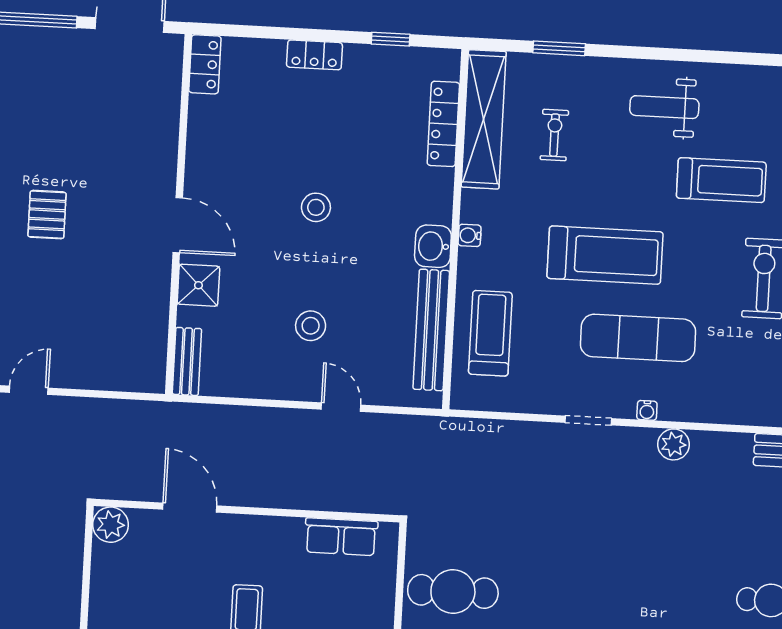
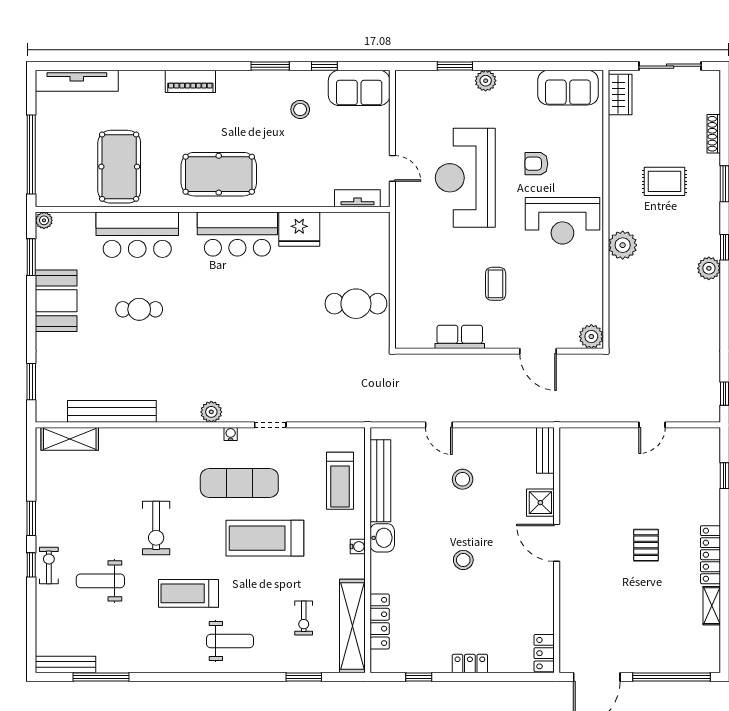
row of seats: (341, 537) -> (460, 337), moved

